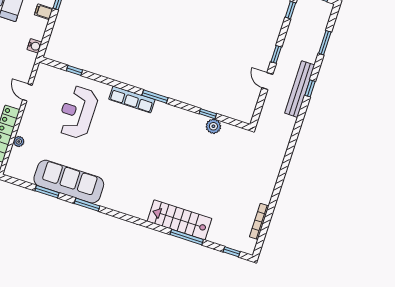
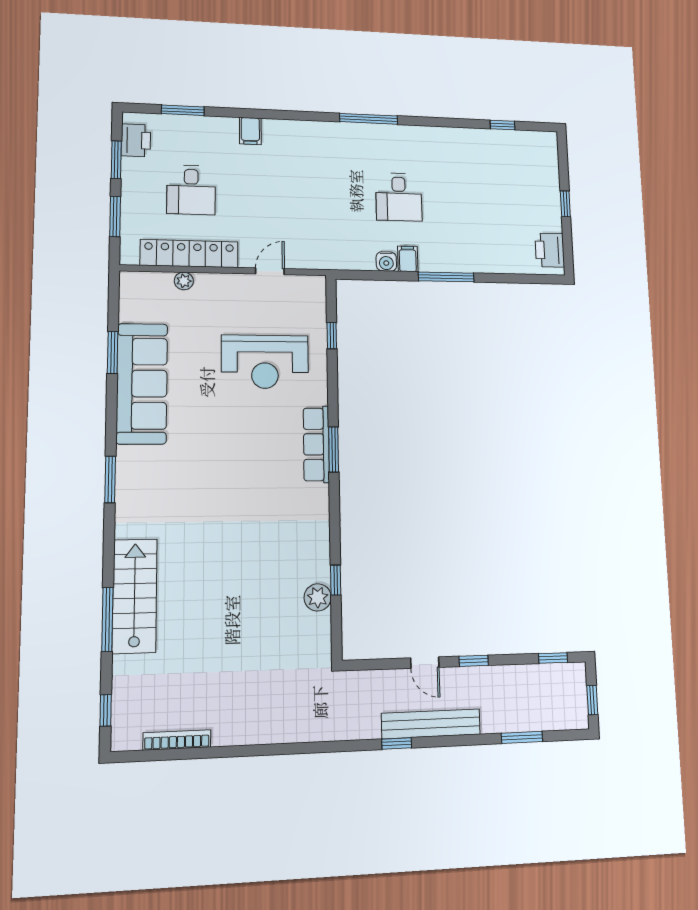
water cooler: (35, 46) -> (386, 261), moved
door: (267, 81) -> (425, 663), swing flipped
window: (310, 88) -> (397, 743), moved
window: (155, 97) -> (334, 449), moved
reception desk: (78, 112) -> (265, 362), turned 180
window: (87, 205) -> (110, 479), moved

